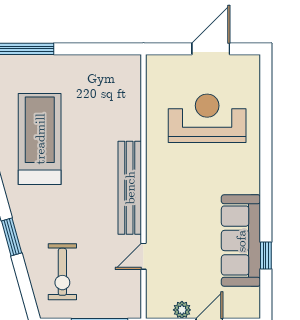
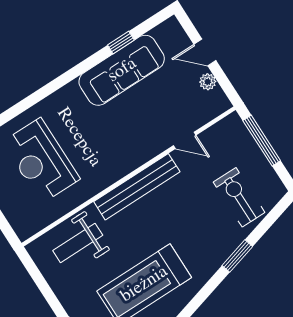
weight bench: (114, 104) -> (78, 243), added
exercise bike: (62, 272) -> (239, 197), turned -90

